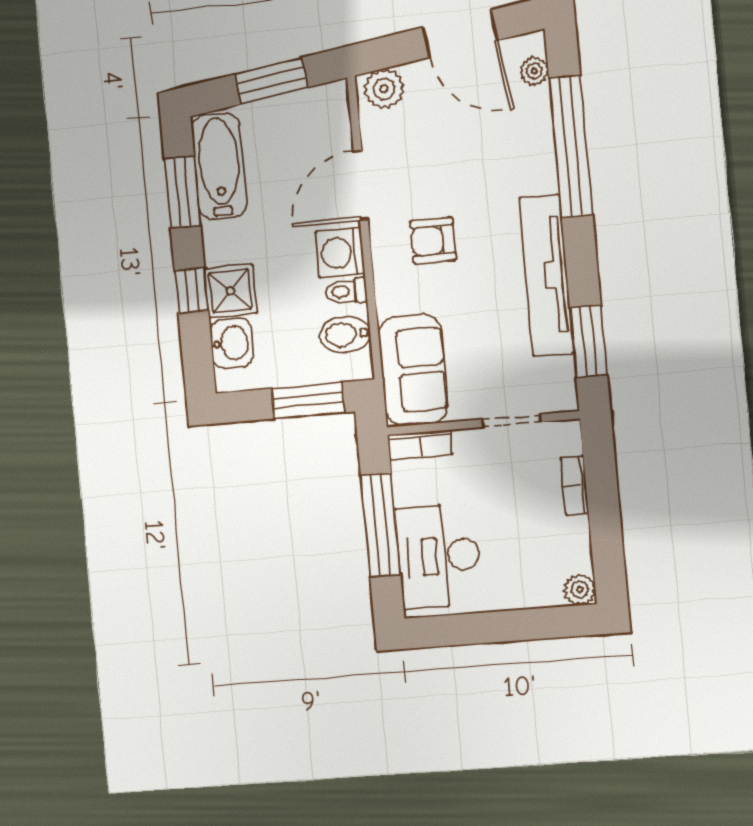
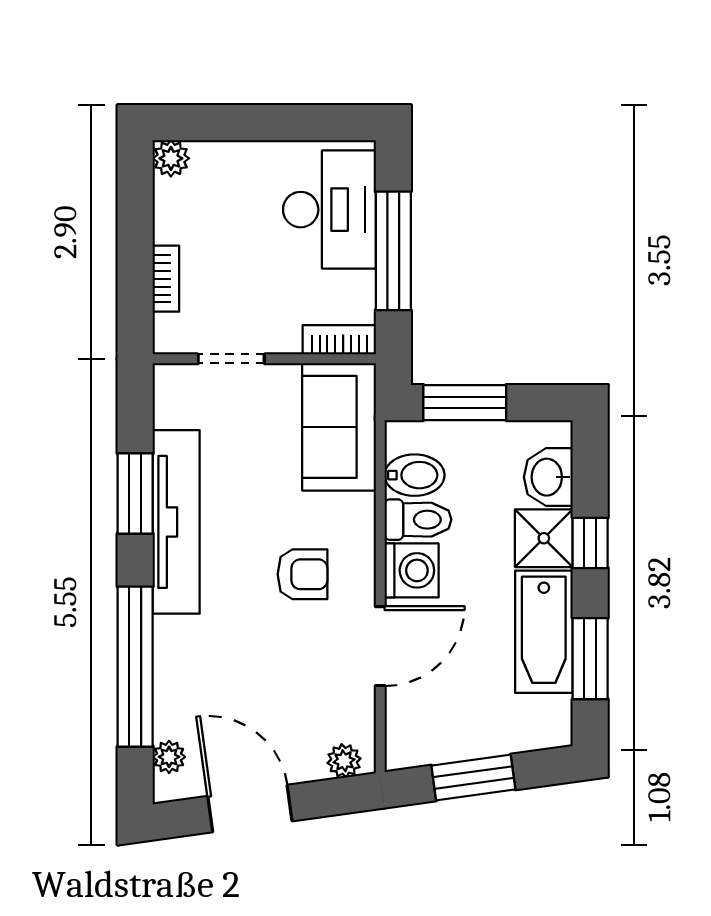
plant: (384, 89) -> (344, 761), width x0.73, depth x0.73
bathtub: (219, 166) -> (544, 632), moved
toilet: (346, 291) -> (418, 520), width x1.37, depth x1.39
window: (589, 341) -> (135, 493), moved

